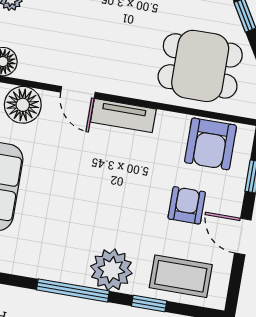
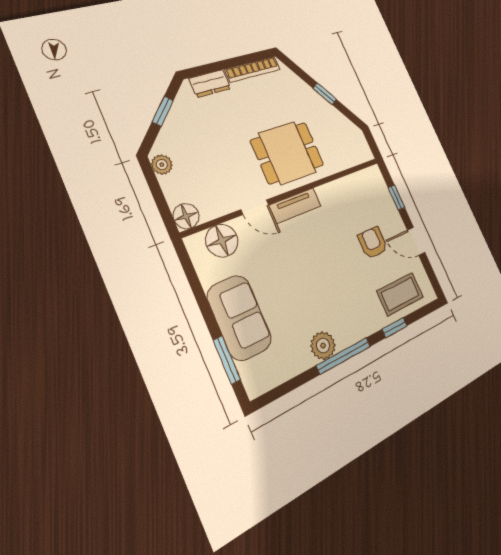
dining table: (200, 66) -> (287, 153), moved
armchair: (211, 144) -> (360, 192), removed
plant: (111, 270) -> (323, 346), moved, width x0.73, depth x0.73

